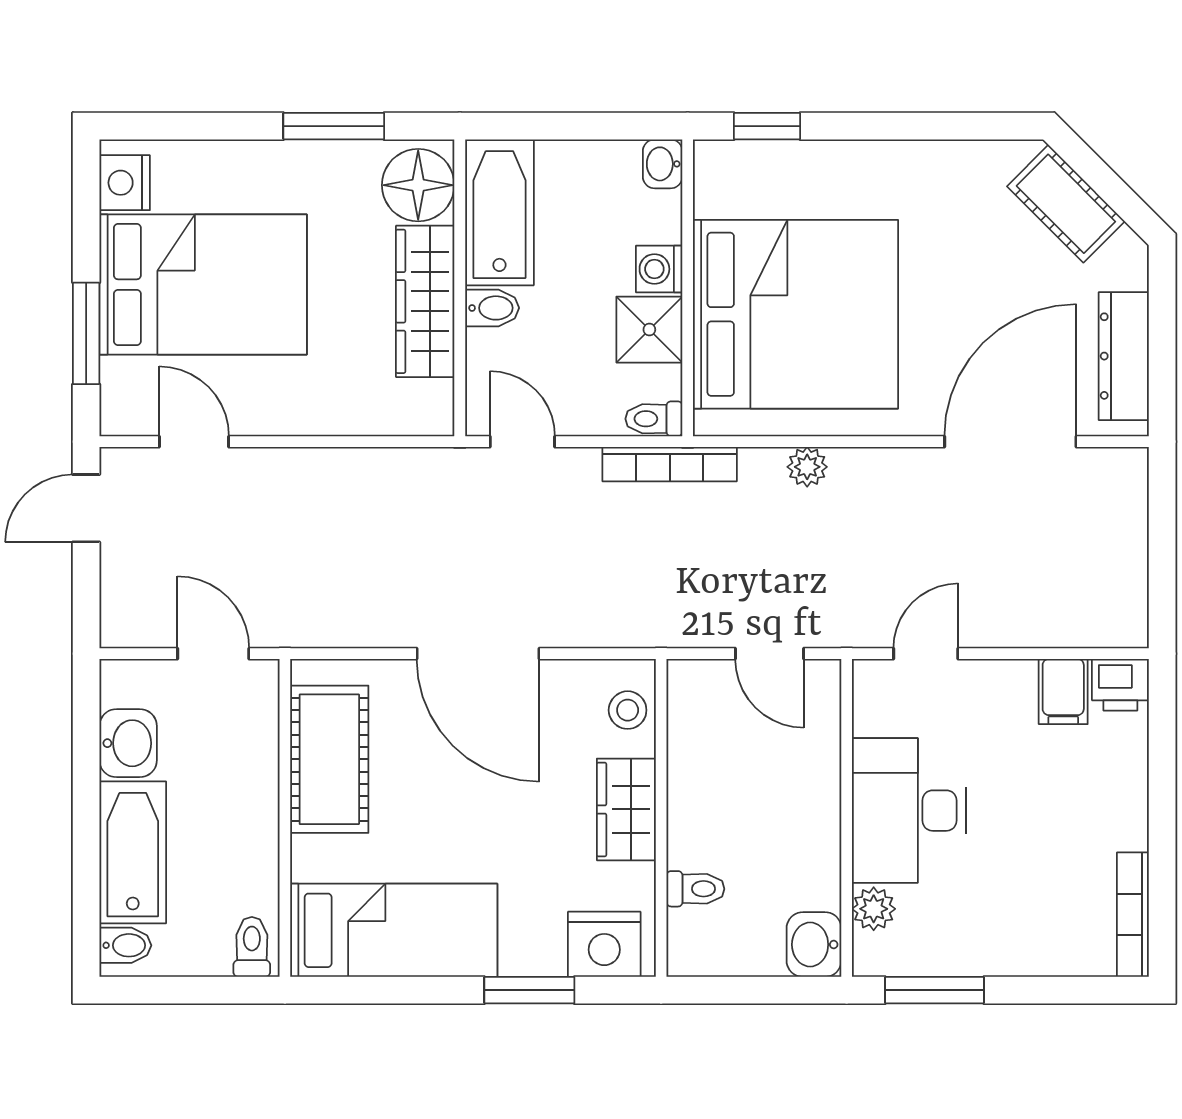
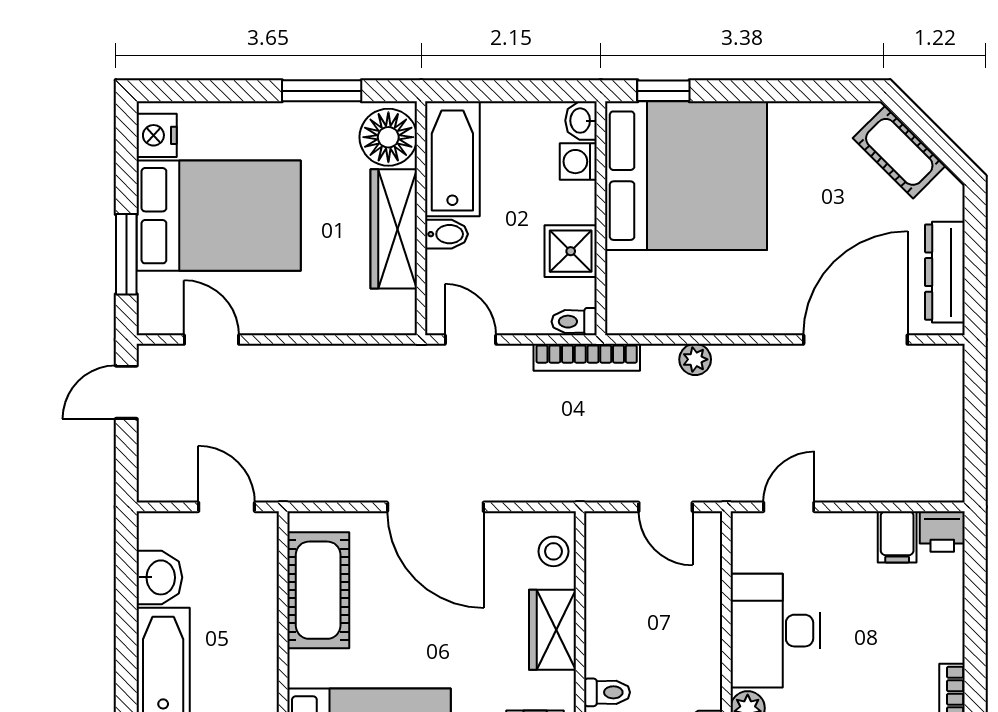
washing machine: (659, 269) -> (578, 162), moved
bed: (796, 314) -> (686, 176), moved

